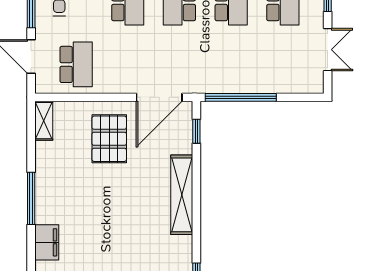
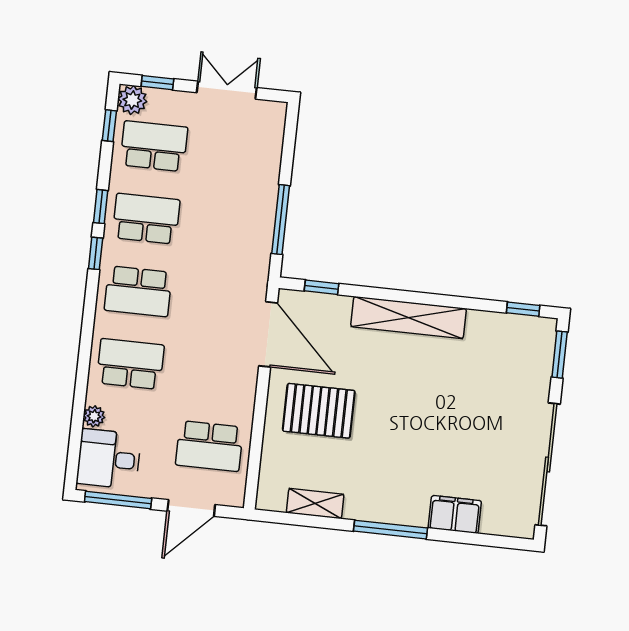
school desk: (76, 64) -> (209, 446), turned 180
window: (241, 97) -> (281, 220), width x0.68
shelving: (44, 121) -> (315, 504), moved

